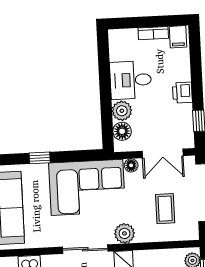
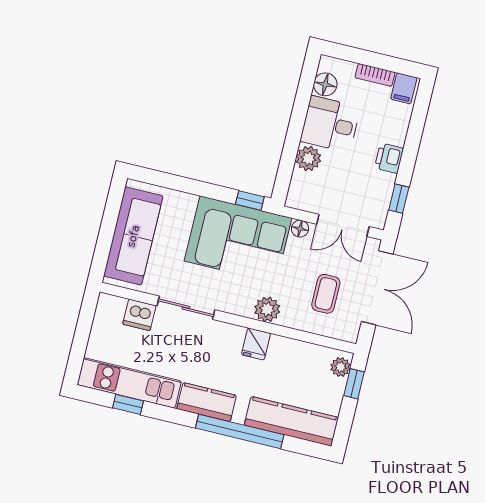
floor lamp: (122, 131) -> (325, 84), moved
window: (40, 158) -> (250, 200), moved
sliding door: (85, 249) -> (186, 308), moved

